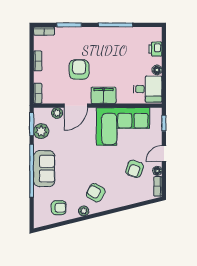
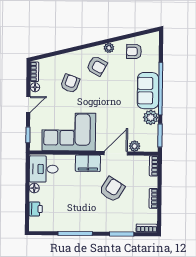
armchair: (79, 69) -> (112, 189), turned -148
plant: (41, 131) -> (151, 117), moved
armchair: (135, 169) -> (70, 83), moved

